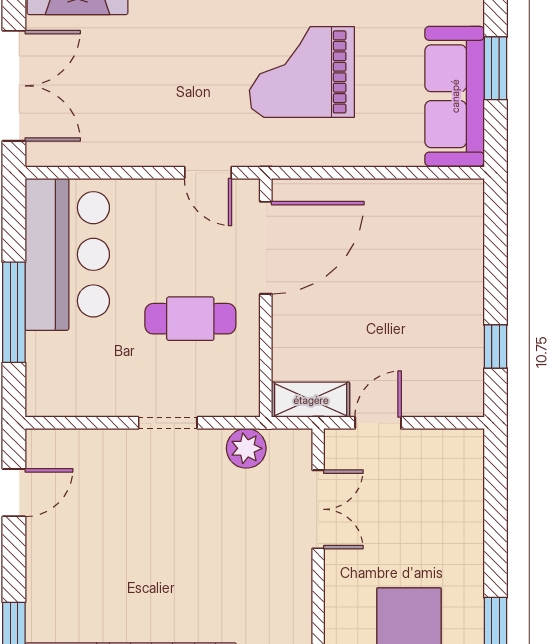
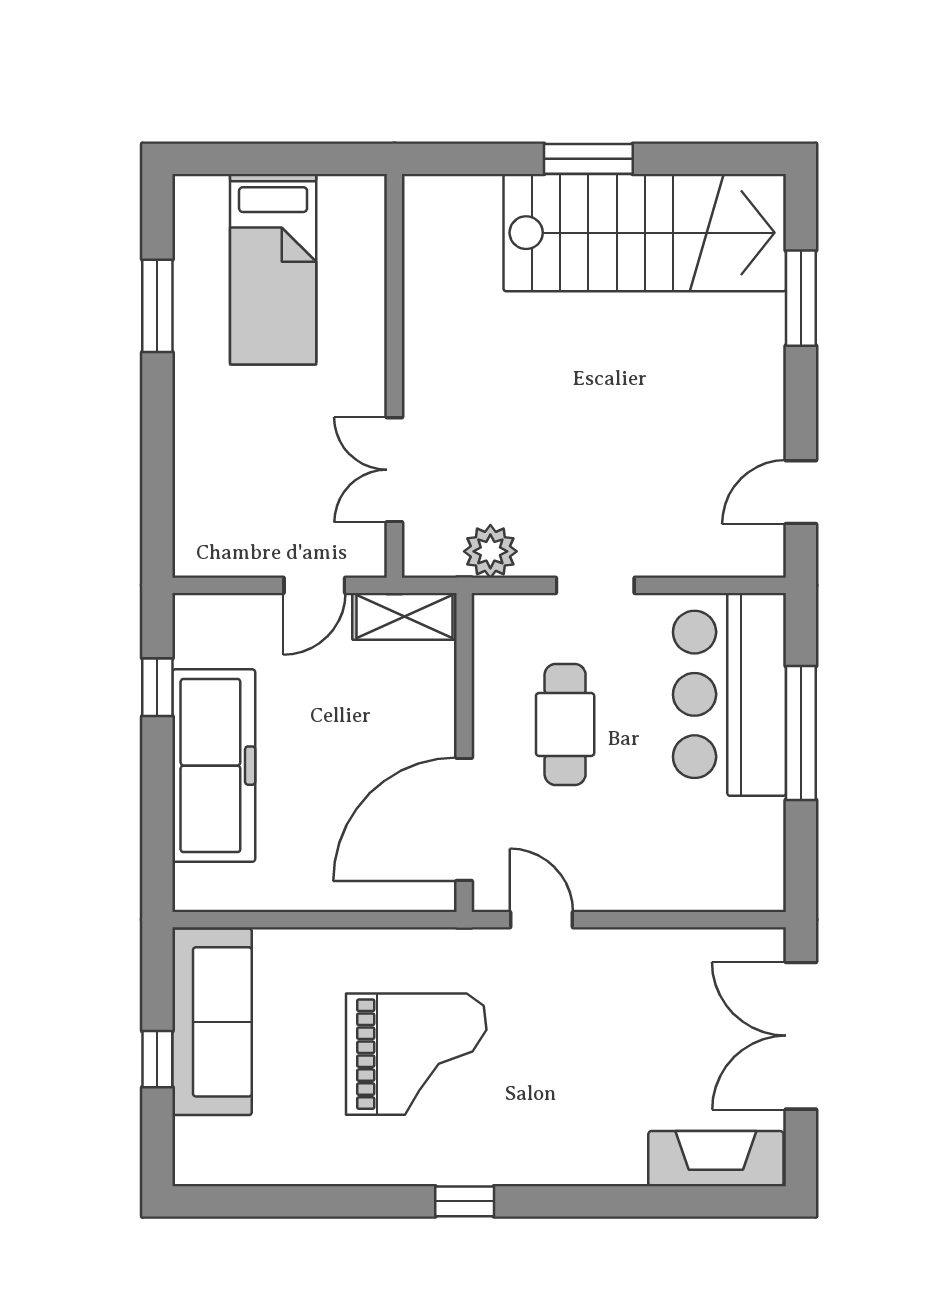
window: (495, 68) -> (157, 1059), width x0.67
bar counter: (67, 254) -> (730, 694), moved
freezer: (453, 288) -> (214, 766), added
cafe table: (190, 319) -> (565, 724), turned 90

